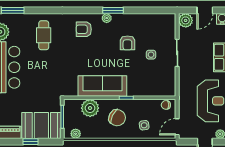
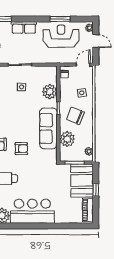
armchair: (127, 43) -> (21, 149), moved
plant: (146, 88) -> (50, 92), added
chair: (117, 118) -> (75, 116), turned -94
door: (177, 127) -> (83, 65), swing flipped

